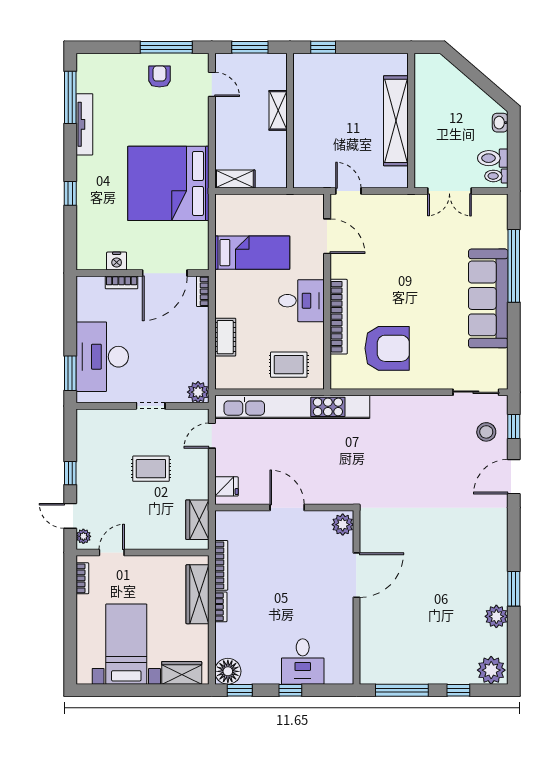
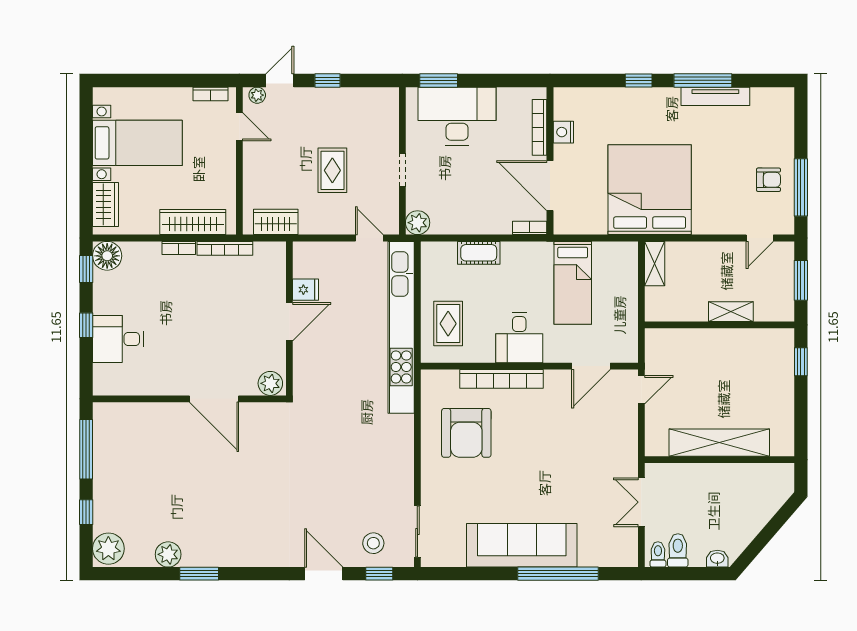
window: (70, 97) -> (703, 80), moved
bookcase: (122, 282) -> (540, 127), width x1.56
fridge: (226, 486) -> (305, 290), moved, turned -90

